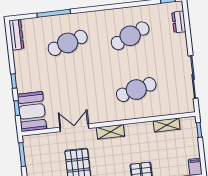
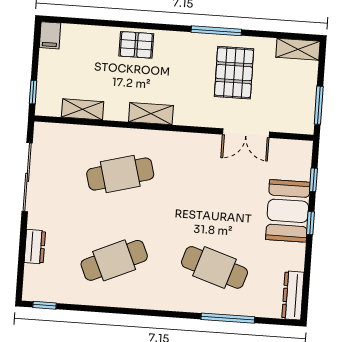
dresser: (179, 22) -> (35, 247), moved
cafe table: (68, 43) -> (214, 267), turned 36
booth: (32, 111) -> (288, 211), moved
double door: (74, 128) -> (246, 133), moved
shelving: (110, 132) -> (151, 114), moved

